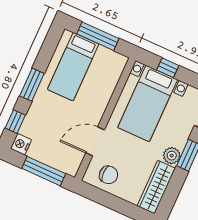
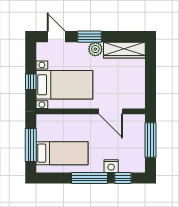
window: (32, 85) -> (90, 178), width x1.44
nightstand: (21, 144) -> (111, 166), moved
chair: (109, 175) -> (131, 90), removed

